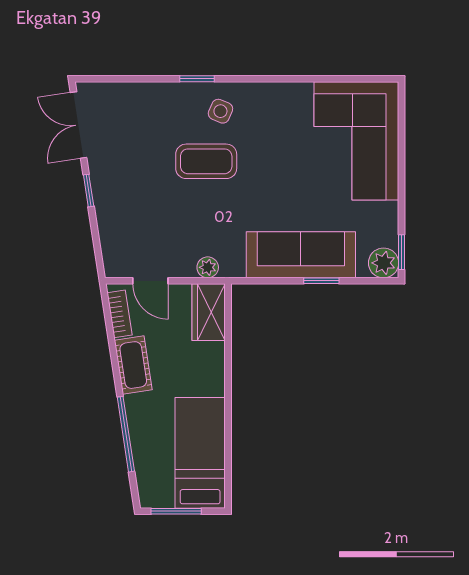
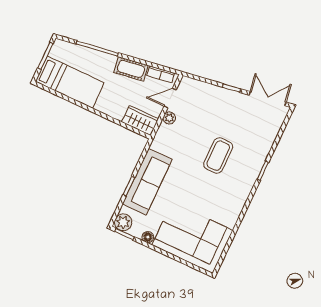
side table: (220, 111) -> (241, 175), removed
floor lamp: (389, 212) -> (148, 237), added
plant: (208, 267) -> (169, 118), moved

